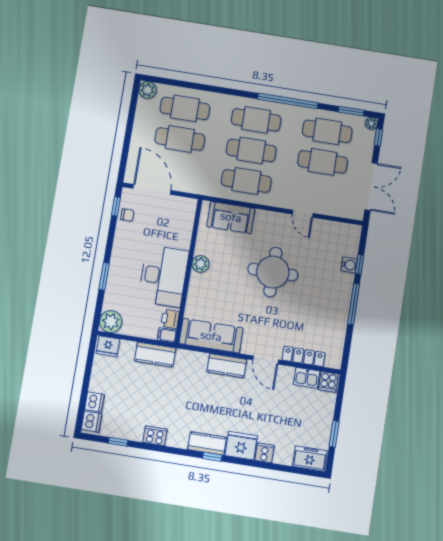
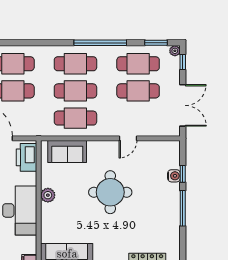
door: (303, 214) -> (128, 138), hinge flipped
printer: (170, 319) -> (26, 157), moved, width x1.87, depth x1.48

